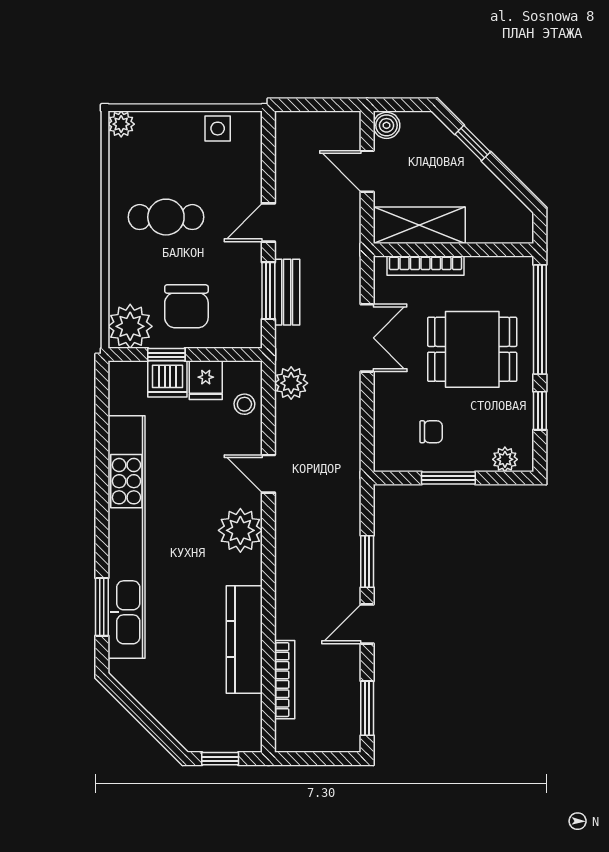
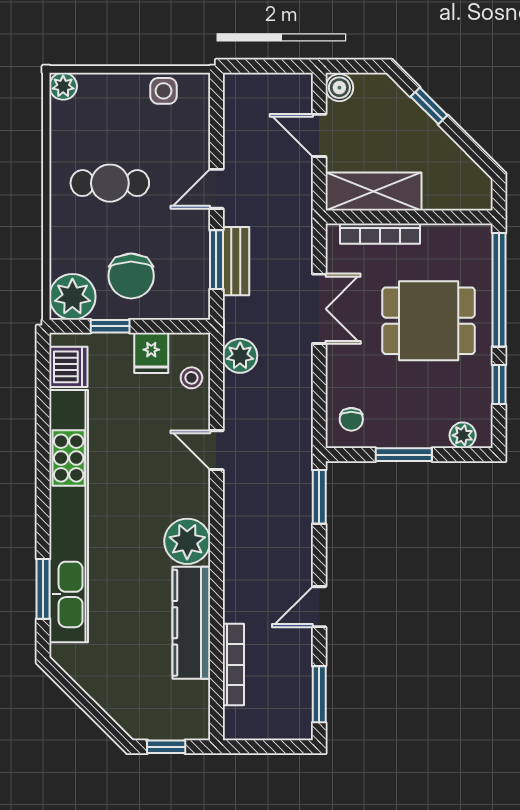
dishwasher: (167, 379) -> (68, 367), moved, turned -90
chair: (431, 432) -> (351, 419), moved, turned 90
plant: (240, 530) -> (187, 541), moved
window: (367, 561) -> (319, 497), moved

